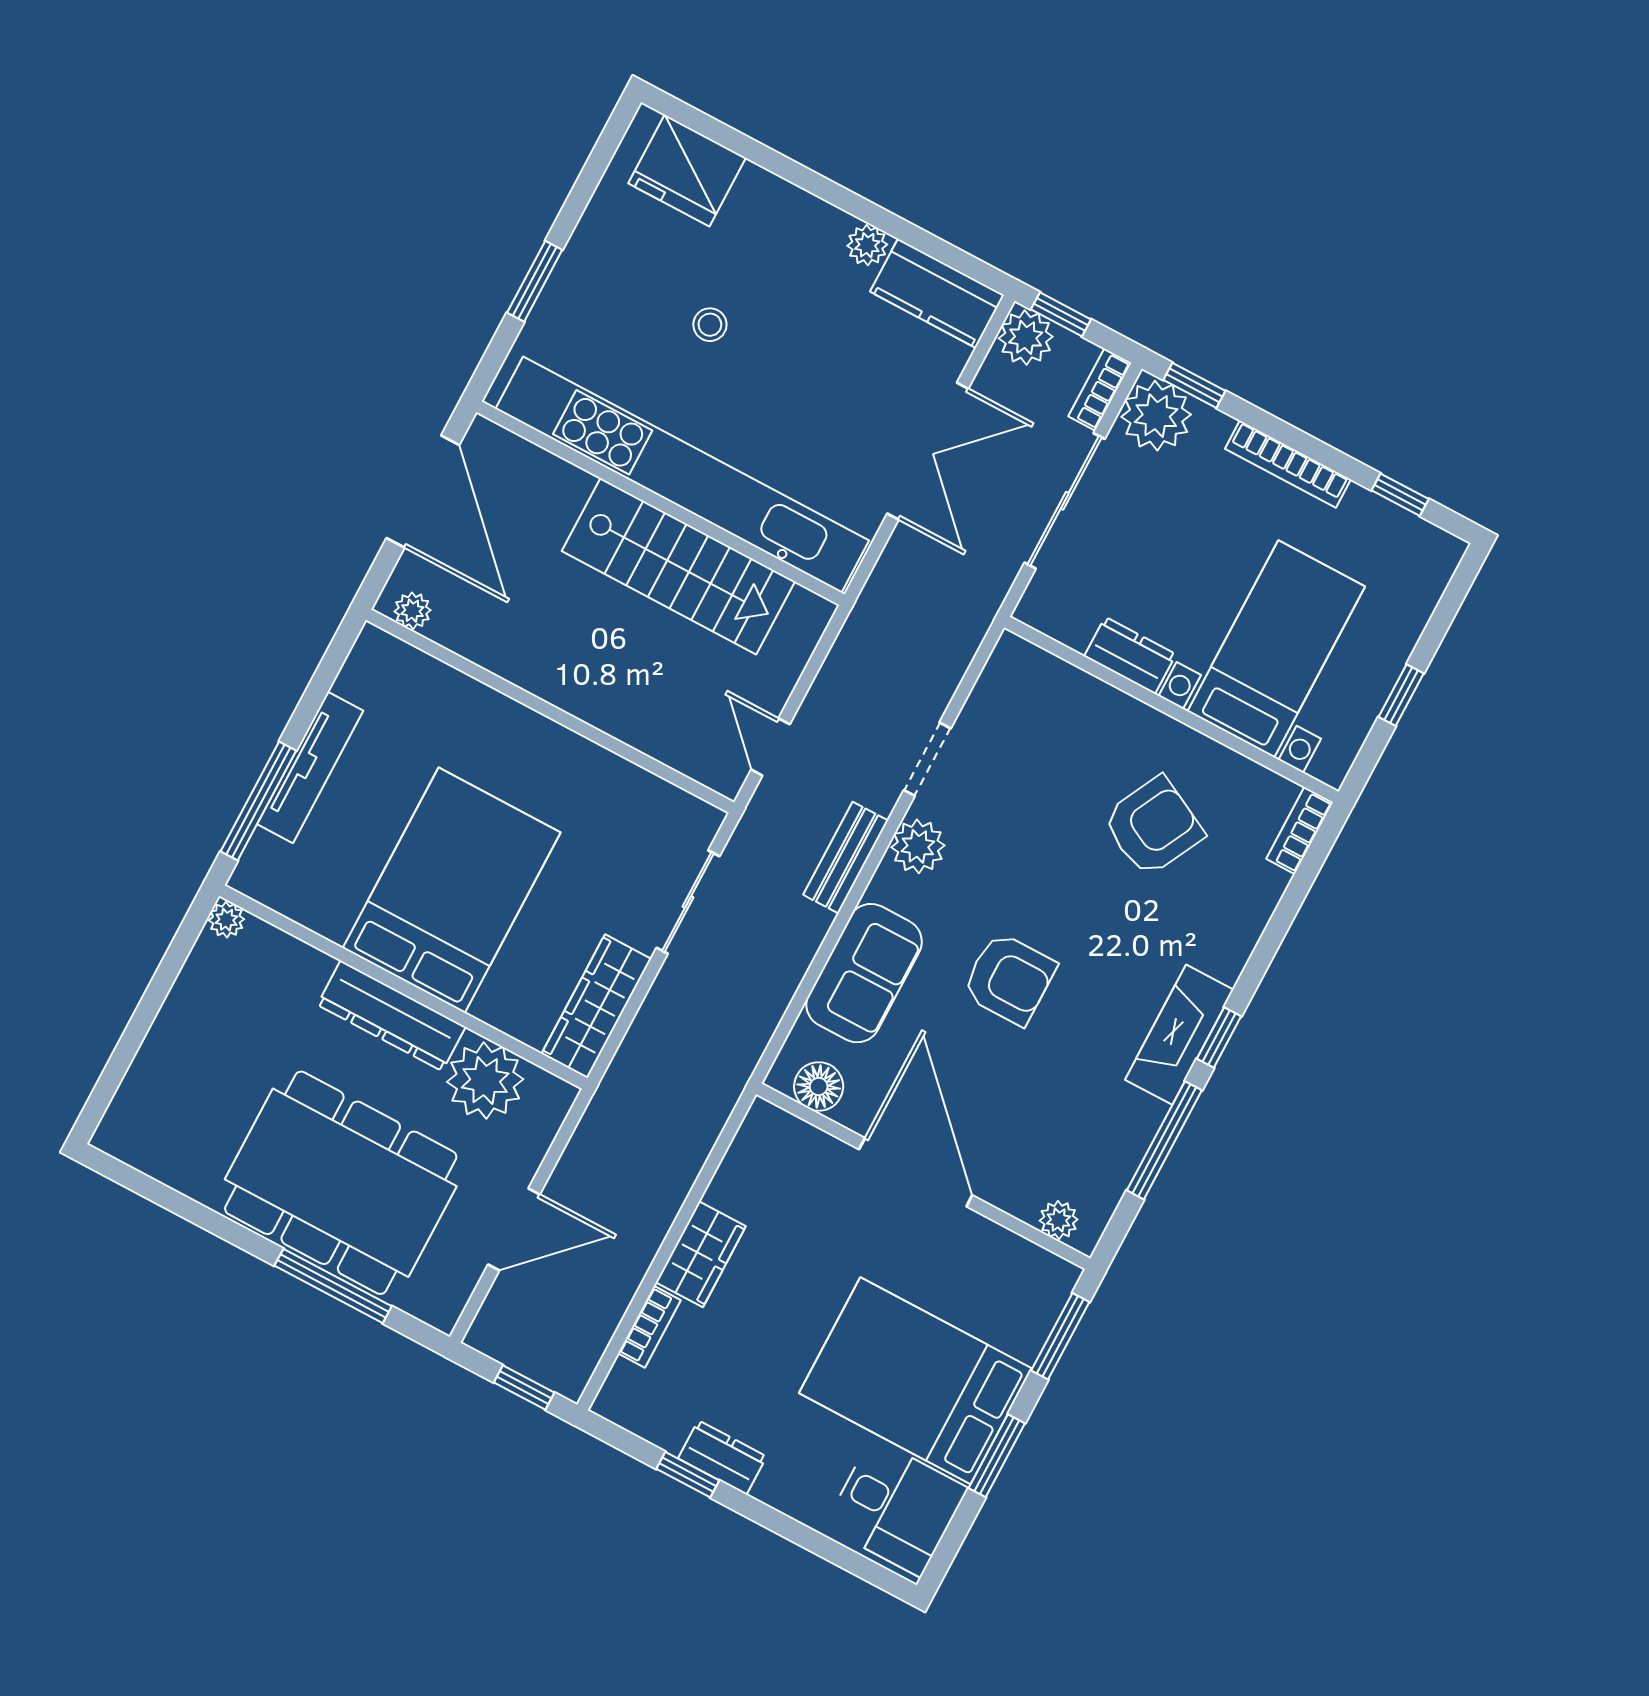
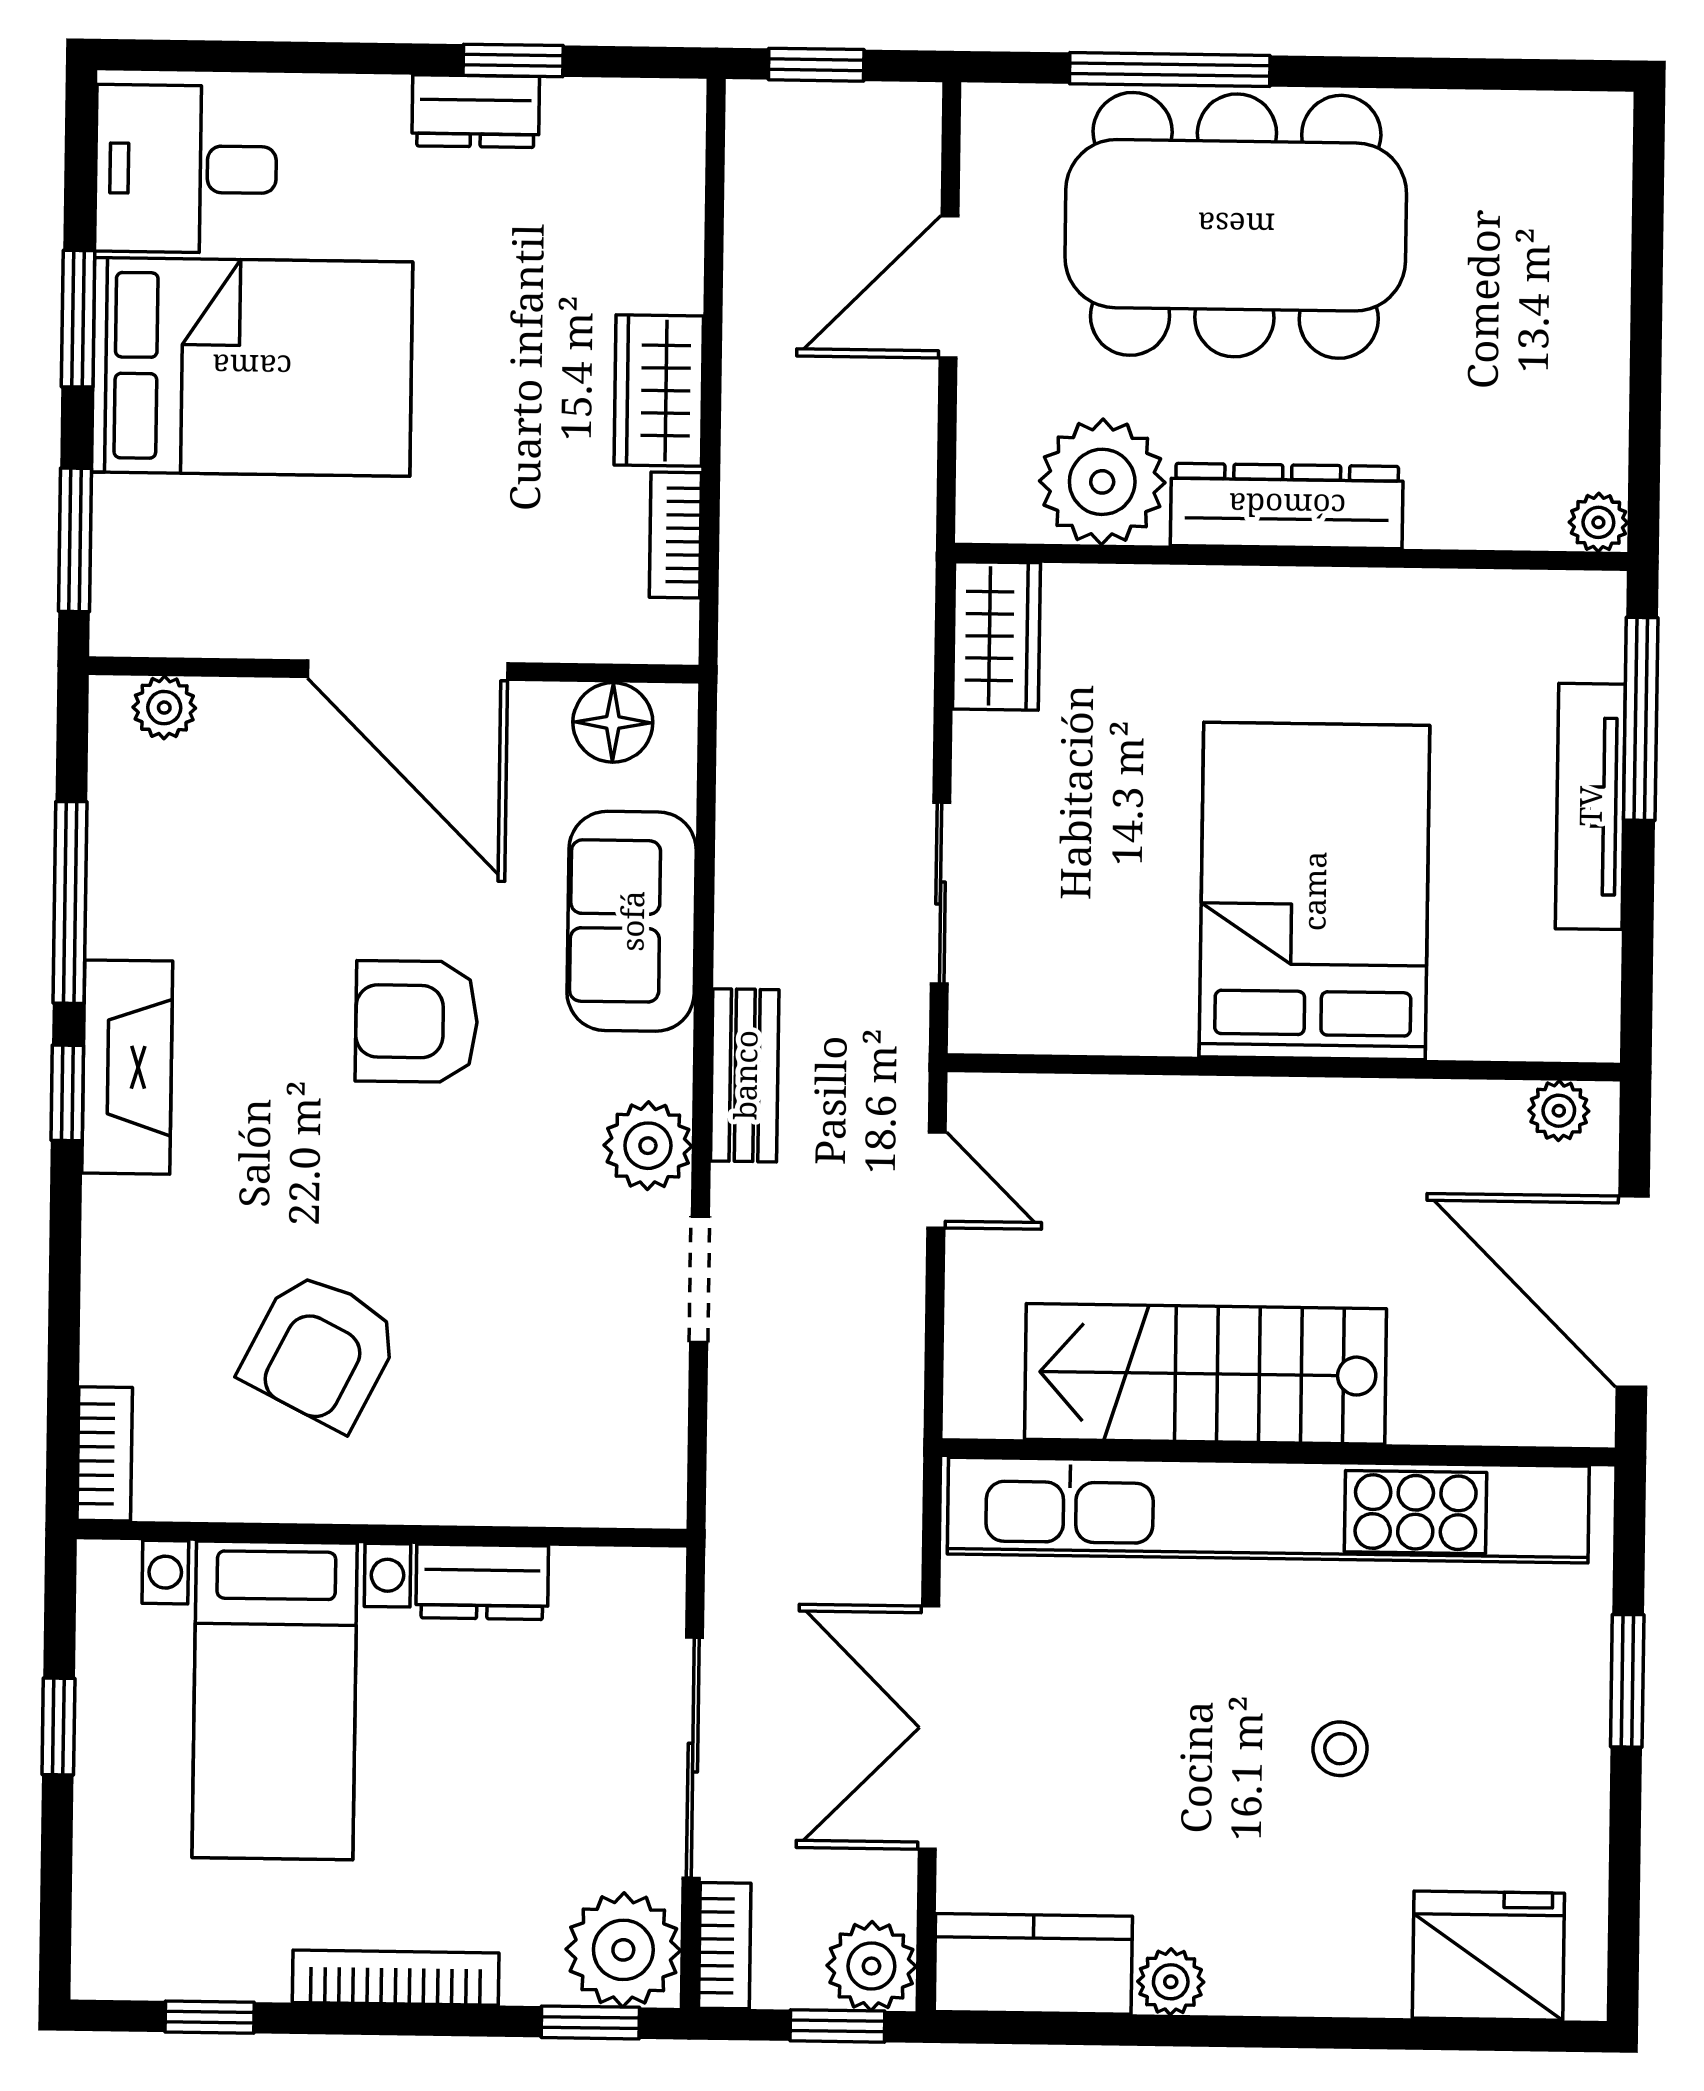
bed: (452, 890) -> (1314, 891), moved, turned 180
wardrobe: (596, 1006) -> (996, 636), width x0.67
bookcase: (649, 1327) -> (675, 535), moved

